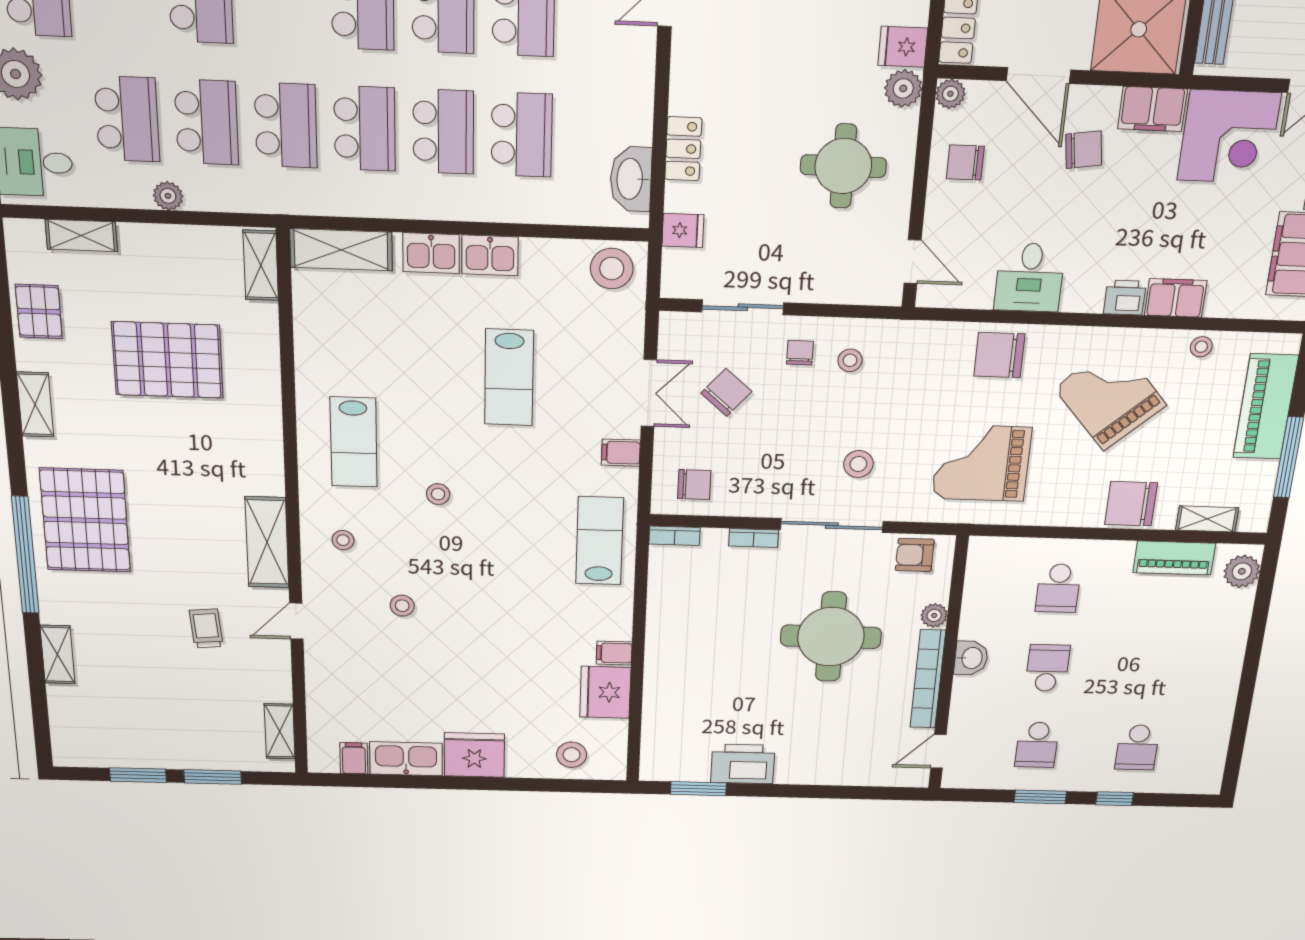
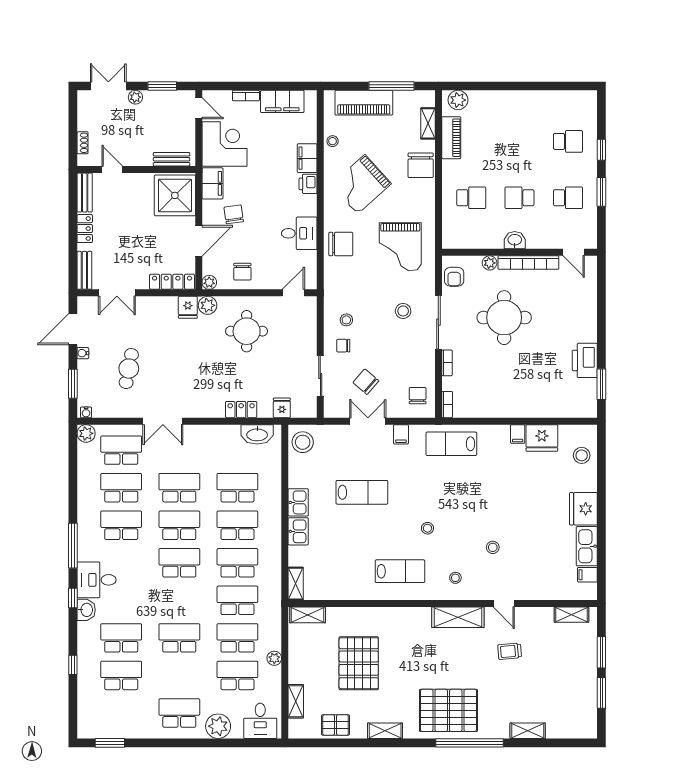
shelving: (341, 250) -> (296, 584), width x0.67, depth x0.75
chair: (999, 355) -> (341, 244), turned -90

